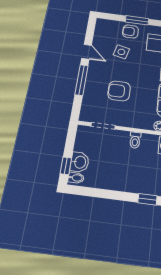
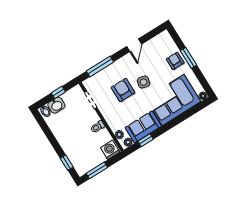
side table: (121, 52) -> (144, 82), moved
window: (81, 80) -> (100, 66), moved
window: (66, 166) -> (58, 92), moved

